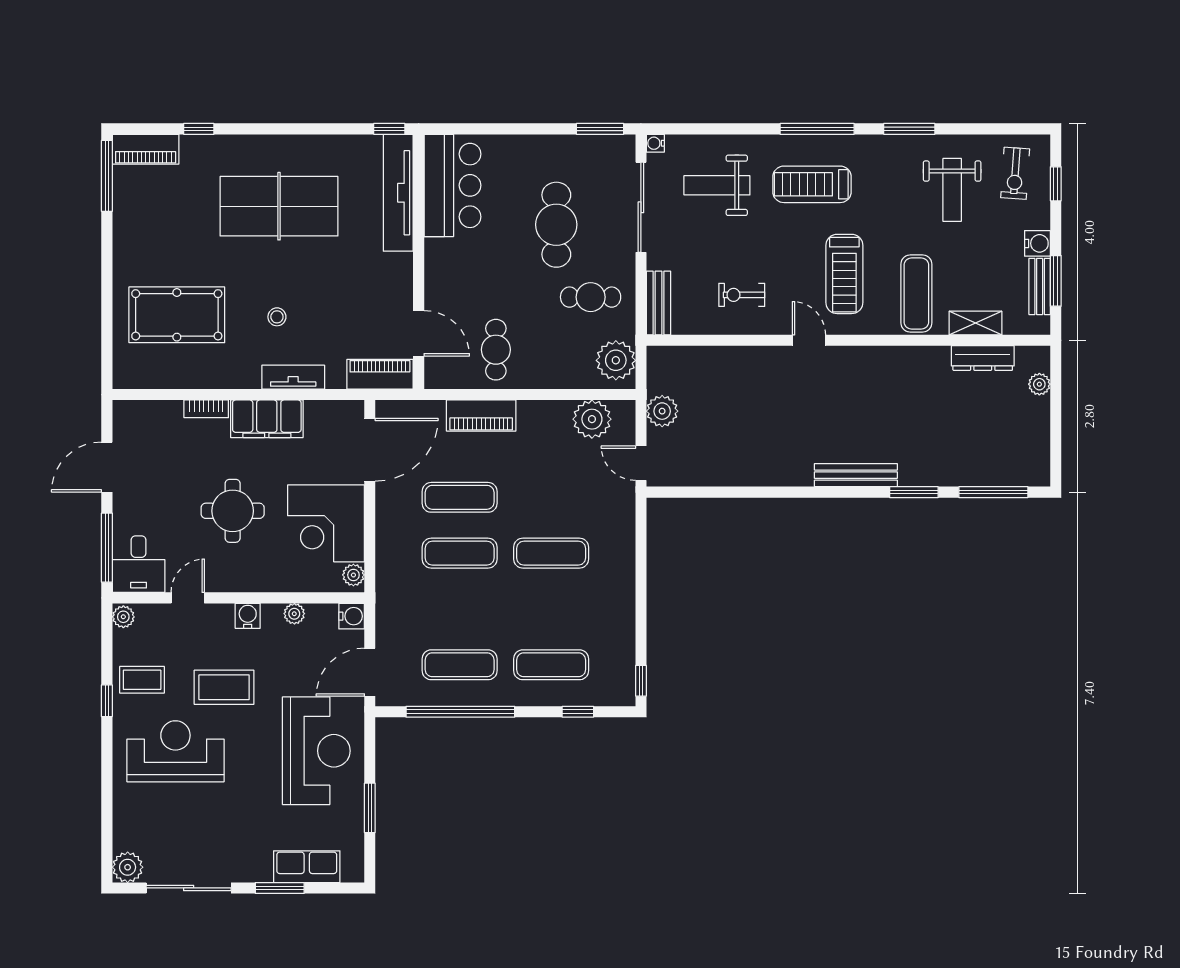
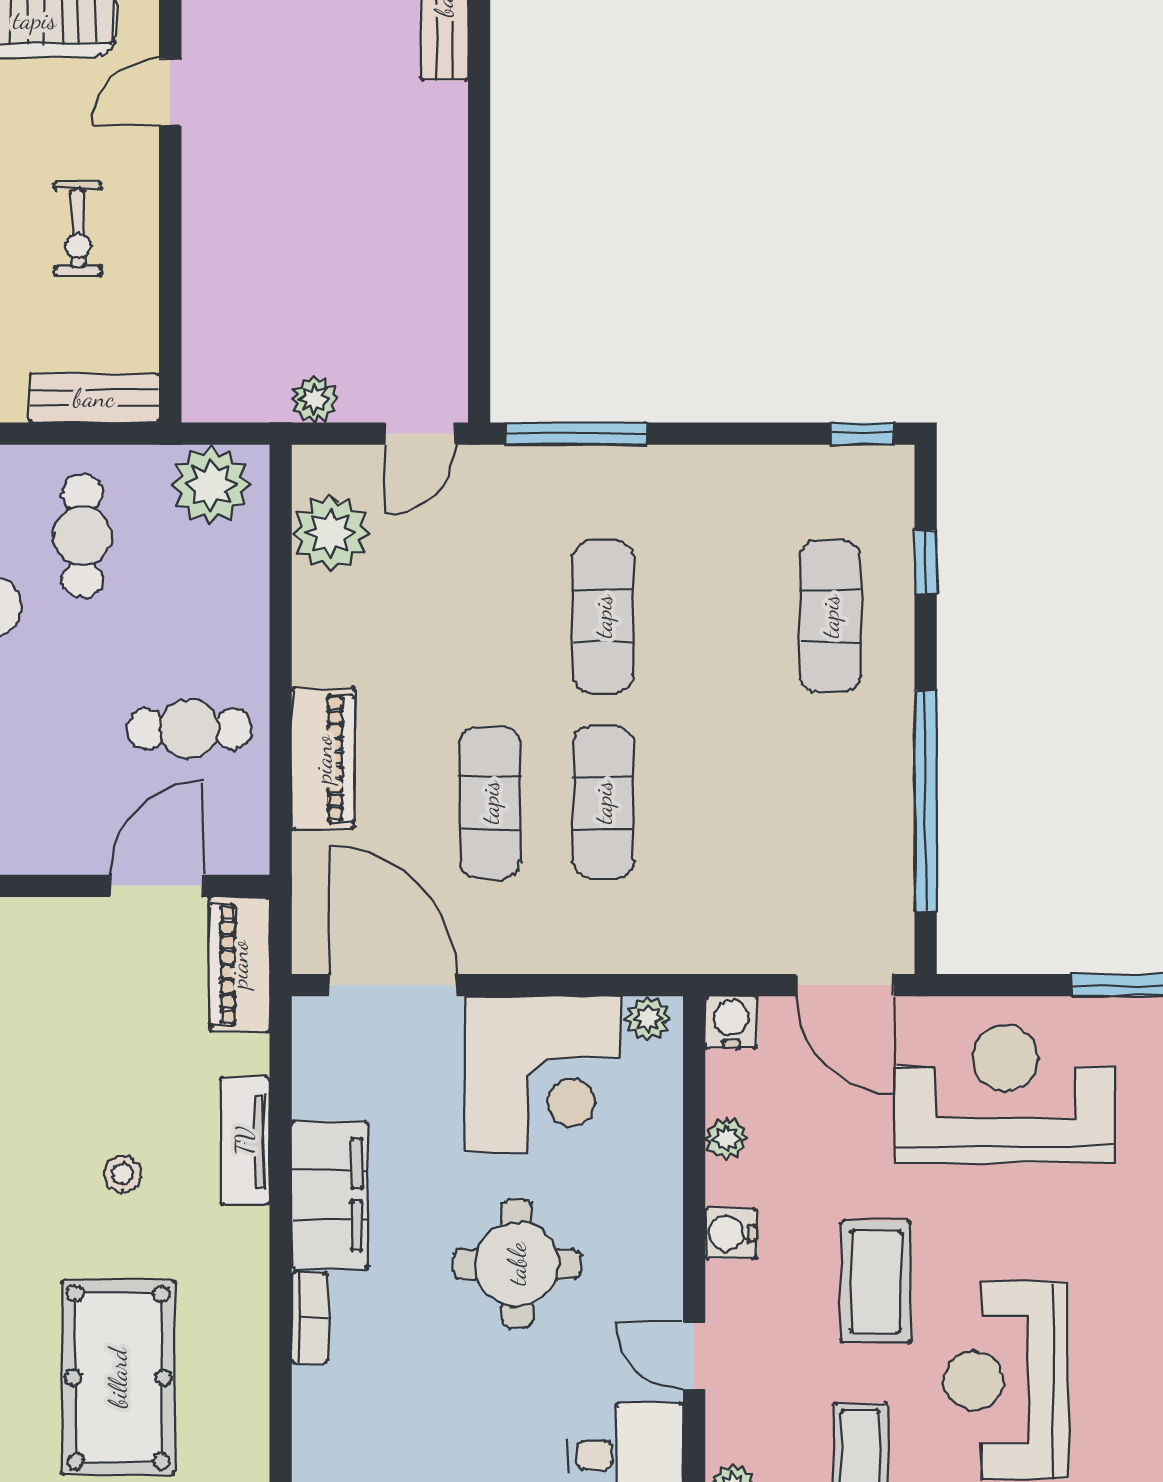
plant: (662, 411) -> (314, 399), width x0.73, depth x0.73
window: (641, 540) -> (576, 434), added
exercise mat: (460, 665) -> (830, 802), removed

